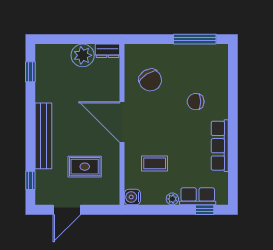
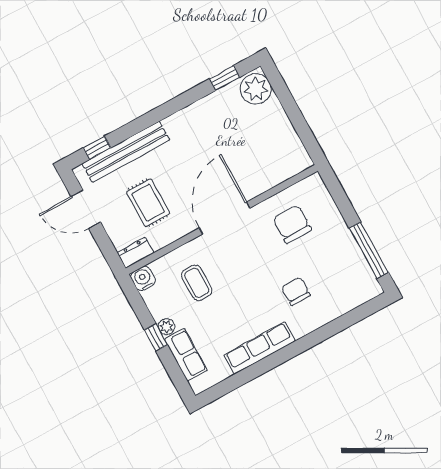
dresser: (108, 51) -> (135, 253), moved, turned 90
plant: (83, 55) -> (256, 89), moved
chair: (150, 80) -> (292, 224), turned 122
bench: (43, 136) -> (126, 152), moved
window: (205, 210) -> (156, 337), moved

